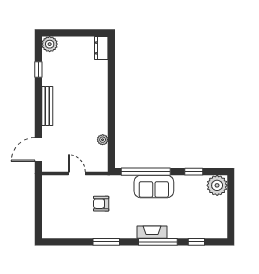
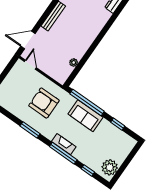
door: (77, 173) -> (30, 65), moved
plant: (217, 185) -> (110, 167), moved
armchair: (101, 204) -> (44, 103), width x1.88, depth x1.88

